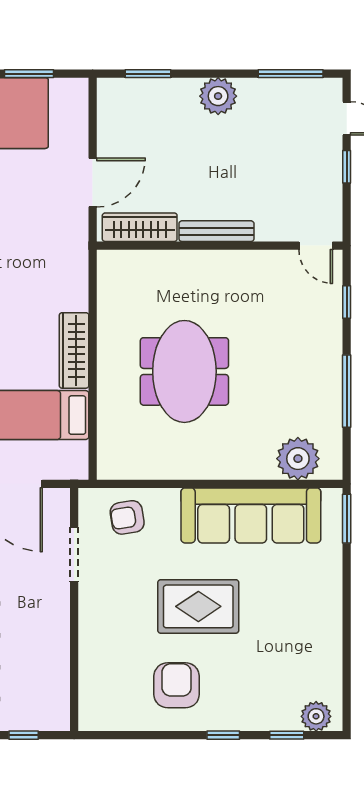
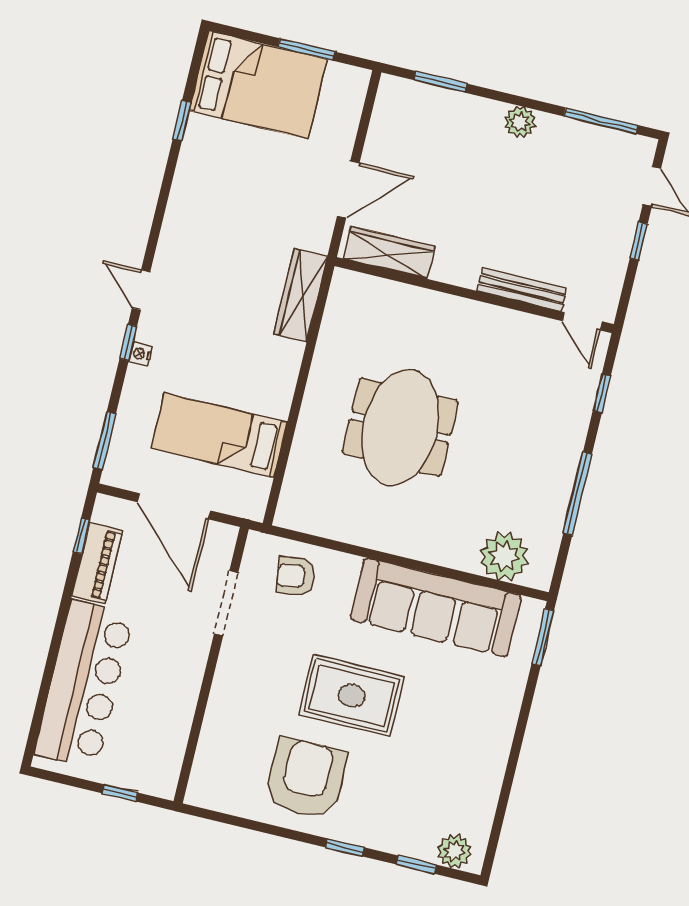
plant: (218, 96) -> (520, 122), width x0.73, depth x0.73
bench: (216, 231) -> (522, 289), moved
wardrobe: (74, 350) -> (301, 295), moved
armchair: (177, 685) -> (306, 778), width x1.36, depth x1.36

